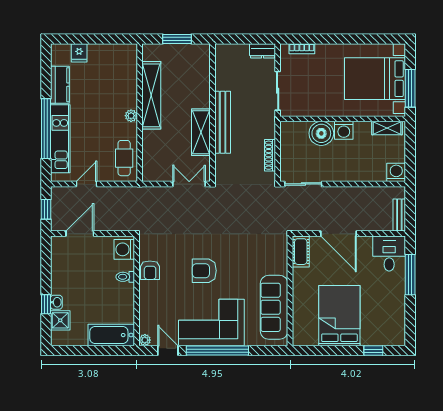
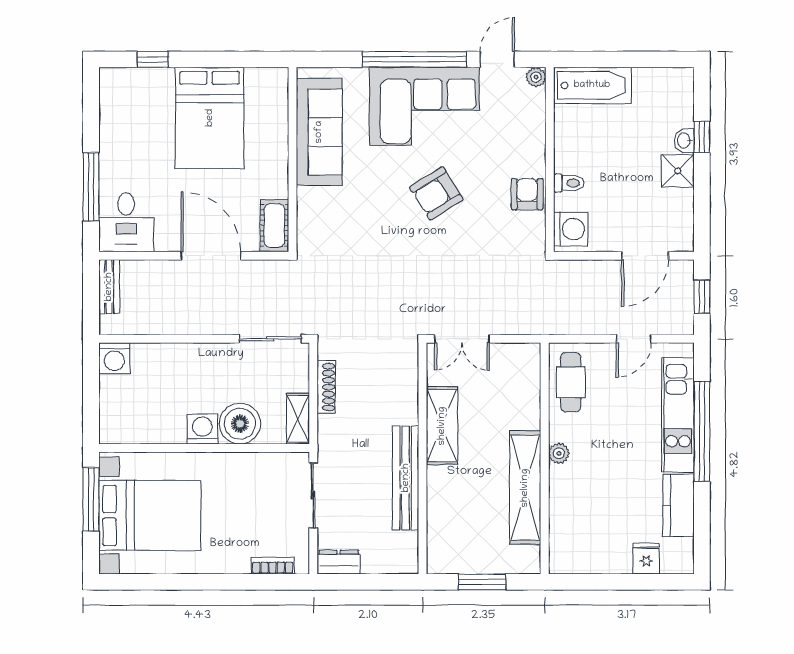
bench: (223, 122) -> (406, 478), moved
shelving: (387, 128) -> (298, 419), moved, turned 90
armchair: (204, 271) -> (436, 193), turned 148
shower: (60, 320) -> (678, 171), moved
door: (168, 351) -> (497, 59), swing flipped

